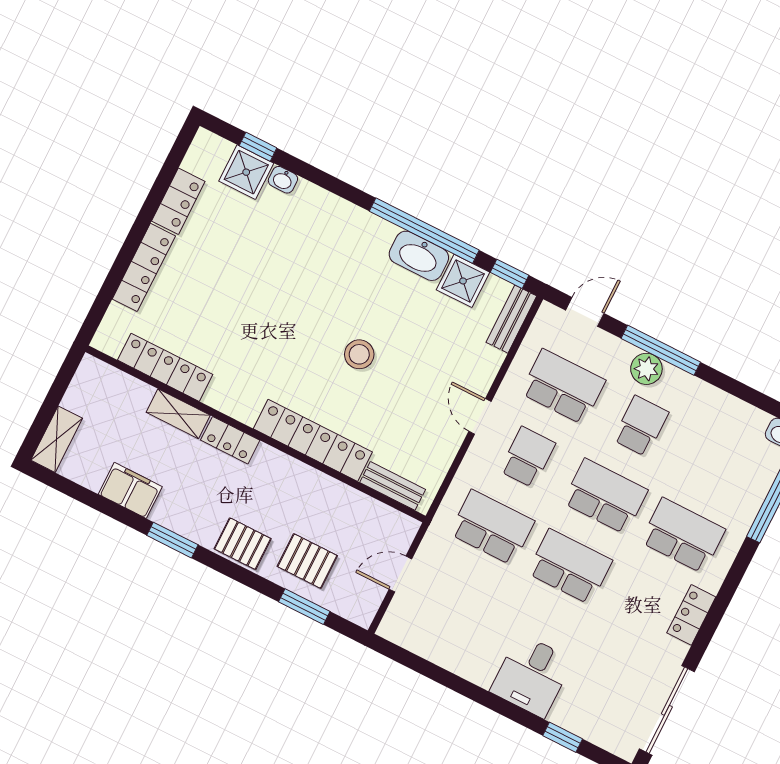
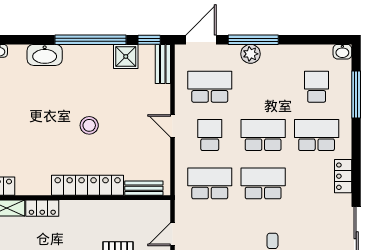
washbasin: (419, 256) -> (45, 55), moved
door: (585, 312) -> (201, 40), width x1.38
school desk: (641, 426) -> (317, 87), moved

